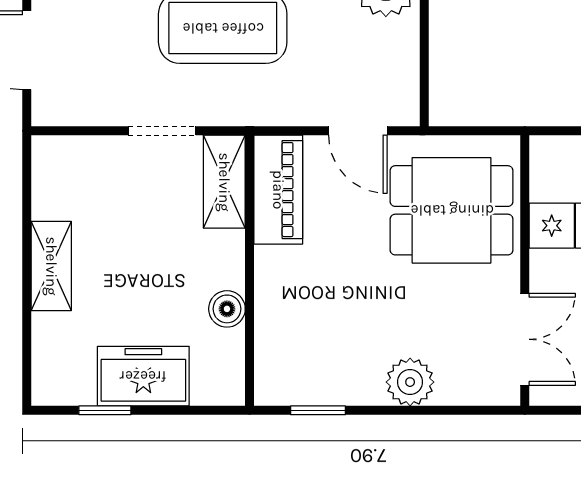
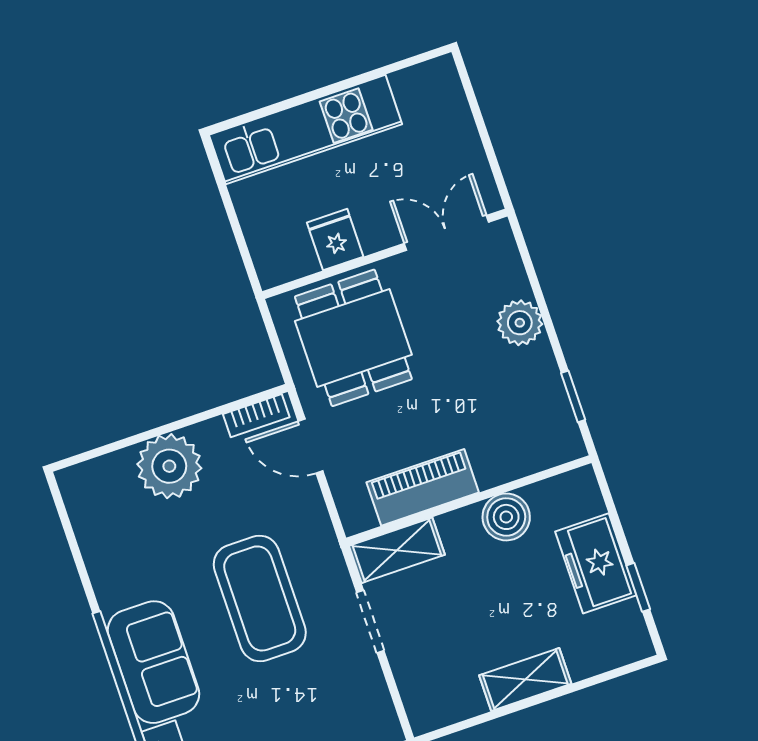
bookcase: (407, 87) -> (256, 416), added
door: (358, 131) -> (311, 446), swing flipped
piano: (278, 190) -> (423, 487), moved
boiler: (227, 309) -> (506, 517), width x1.36, depth x1.36

